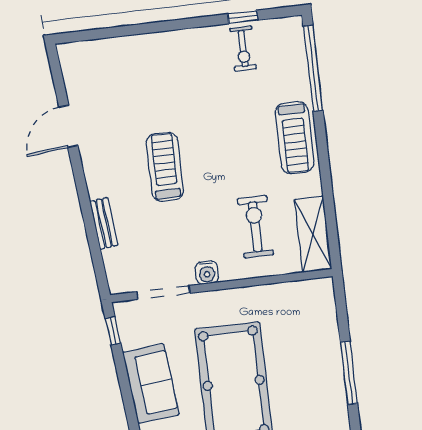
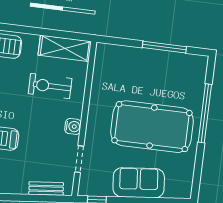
bench: (104, 223) -> (46, 189), moved
doorway: (163, 292) -> (79, 159), width x0.73

